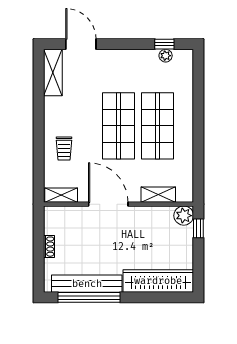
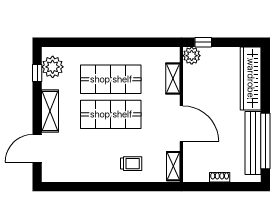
plant: (166, 56) -> (53, 67), width x1.88, depth x1.88
shelving: (53, 73) -> (50, 111), moved, turned 90
door: (108, 204) -> (181, 124), swing flipped

